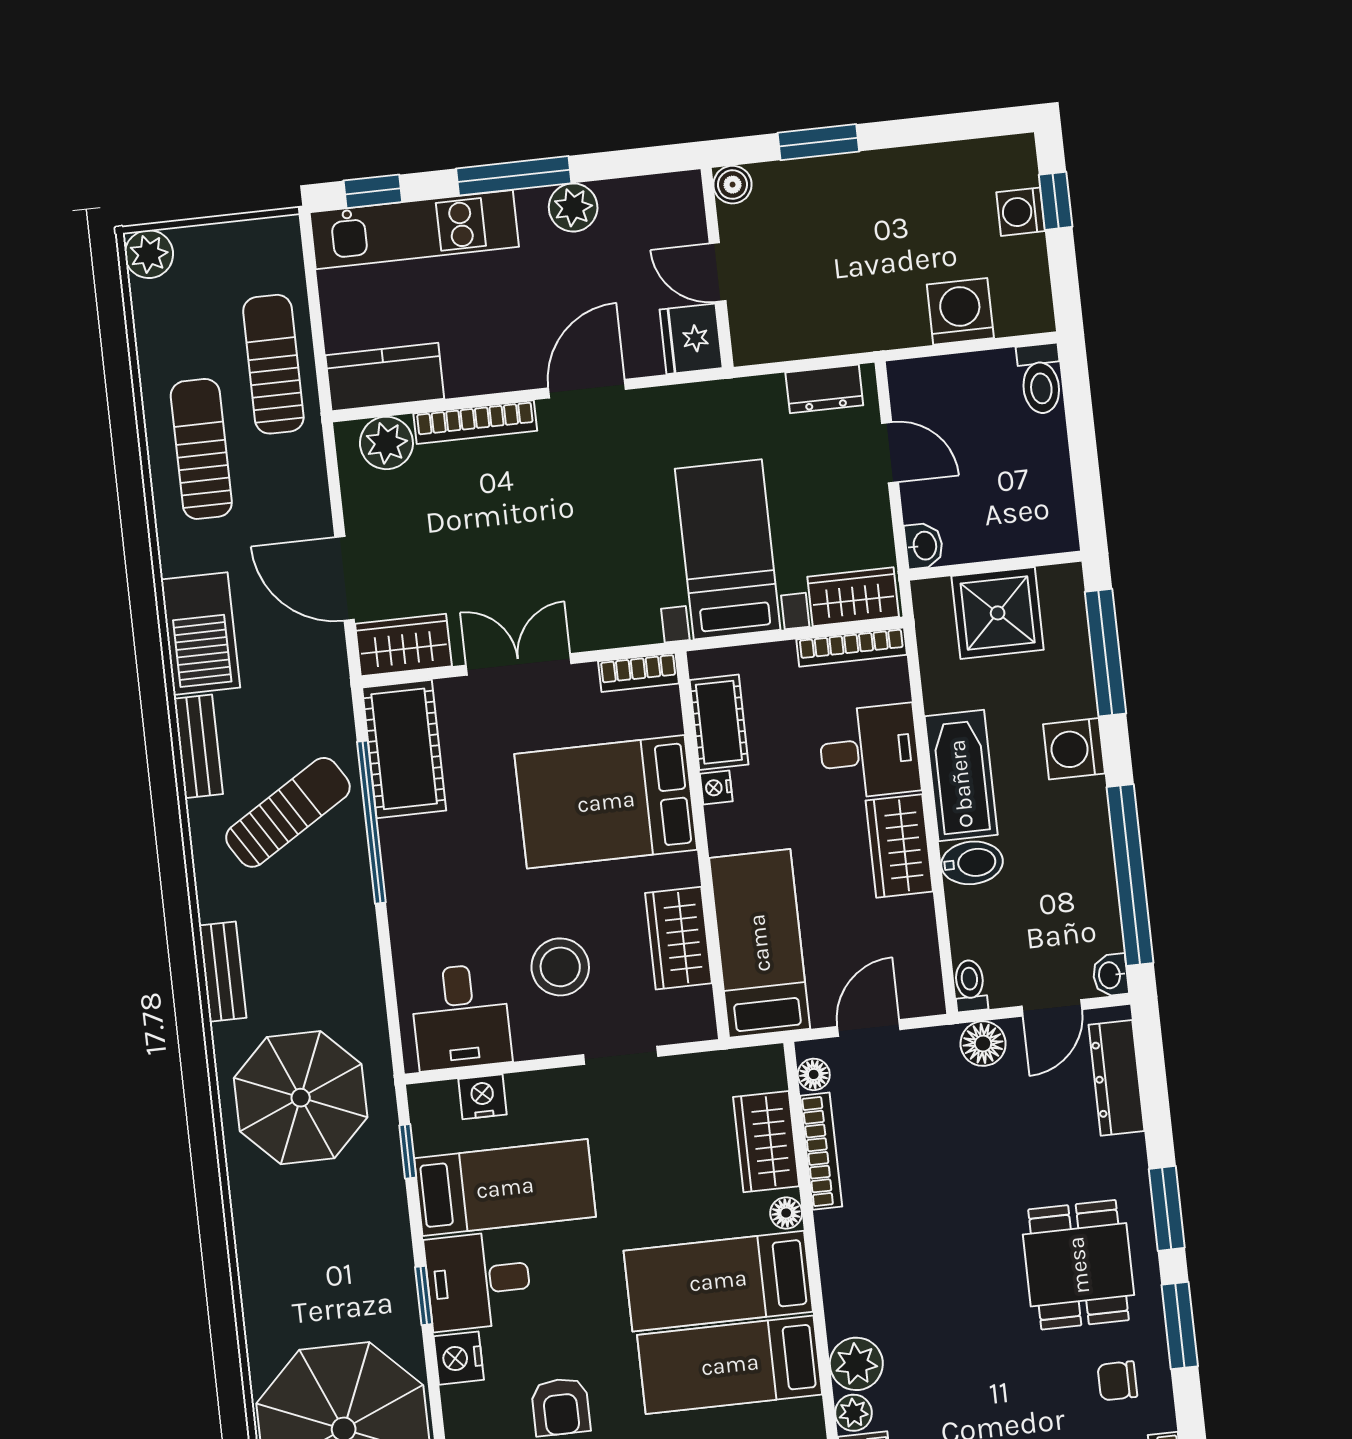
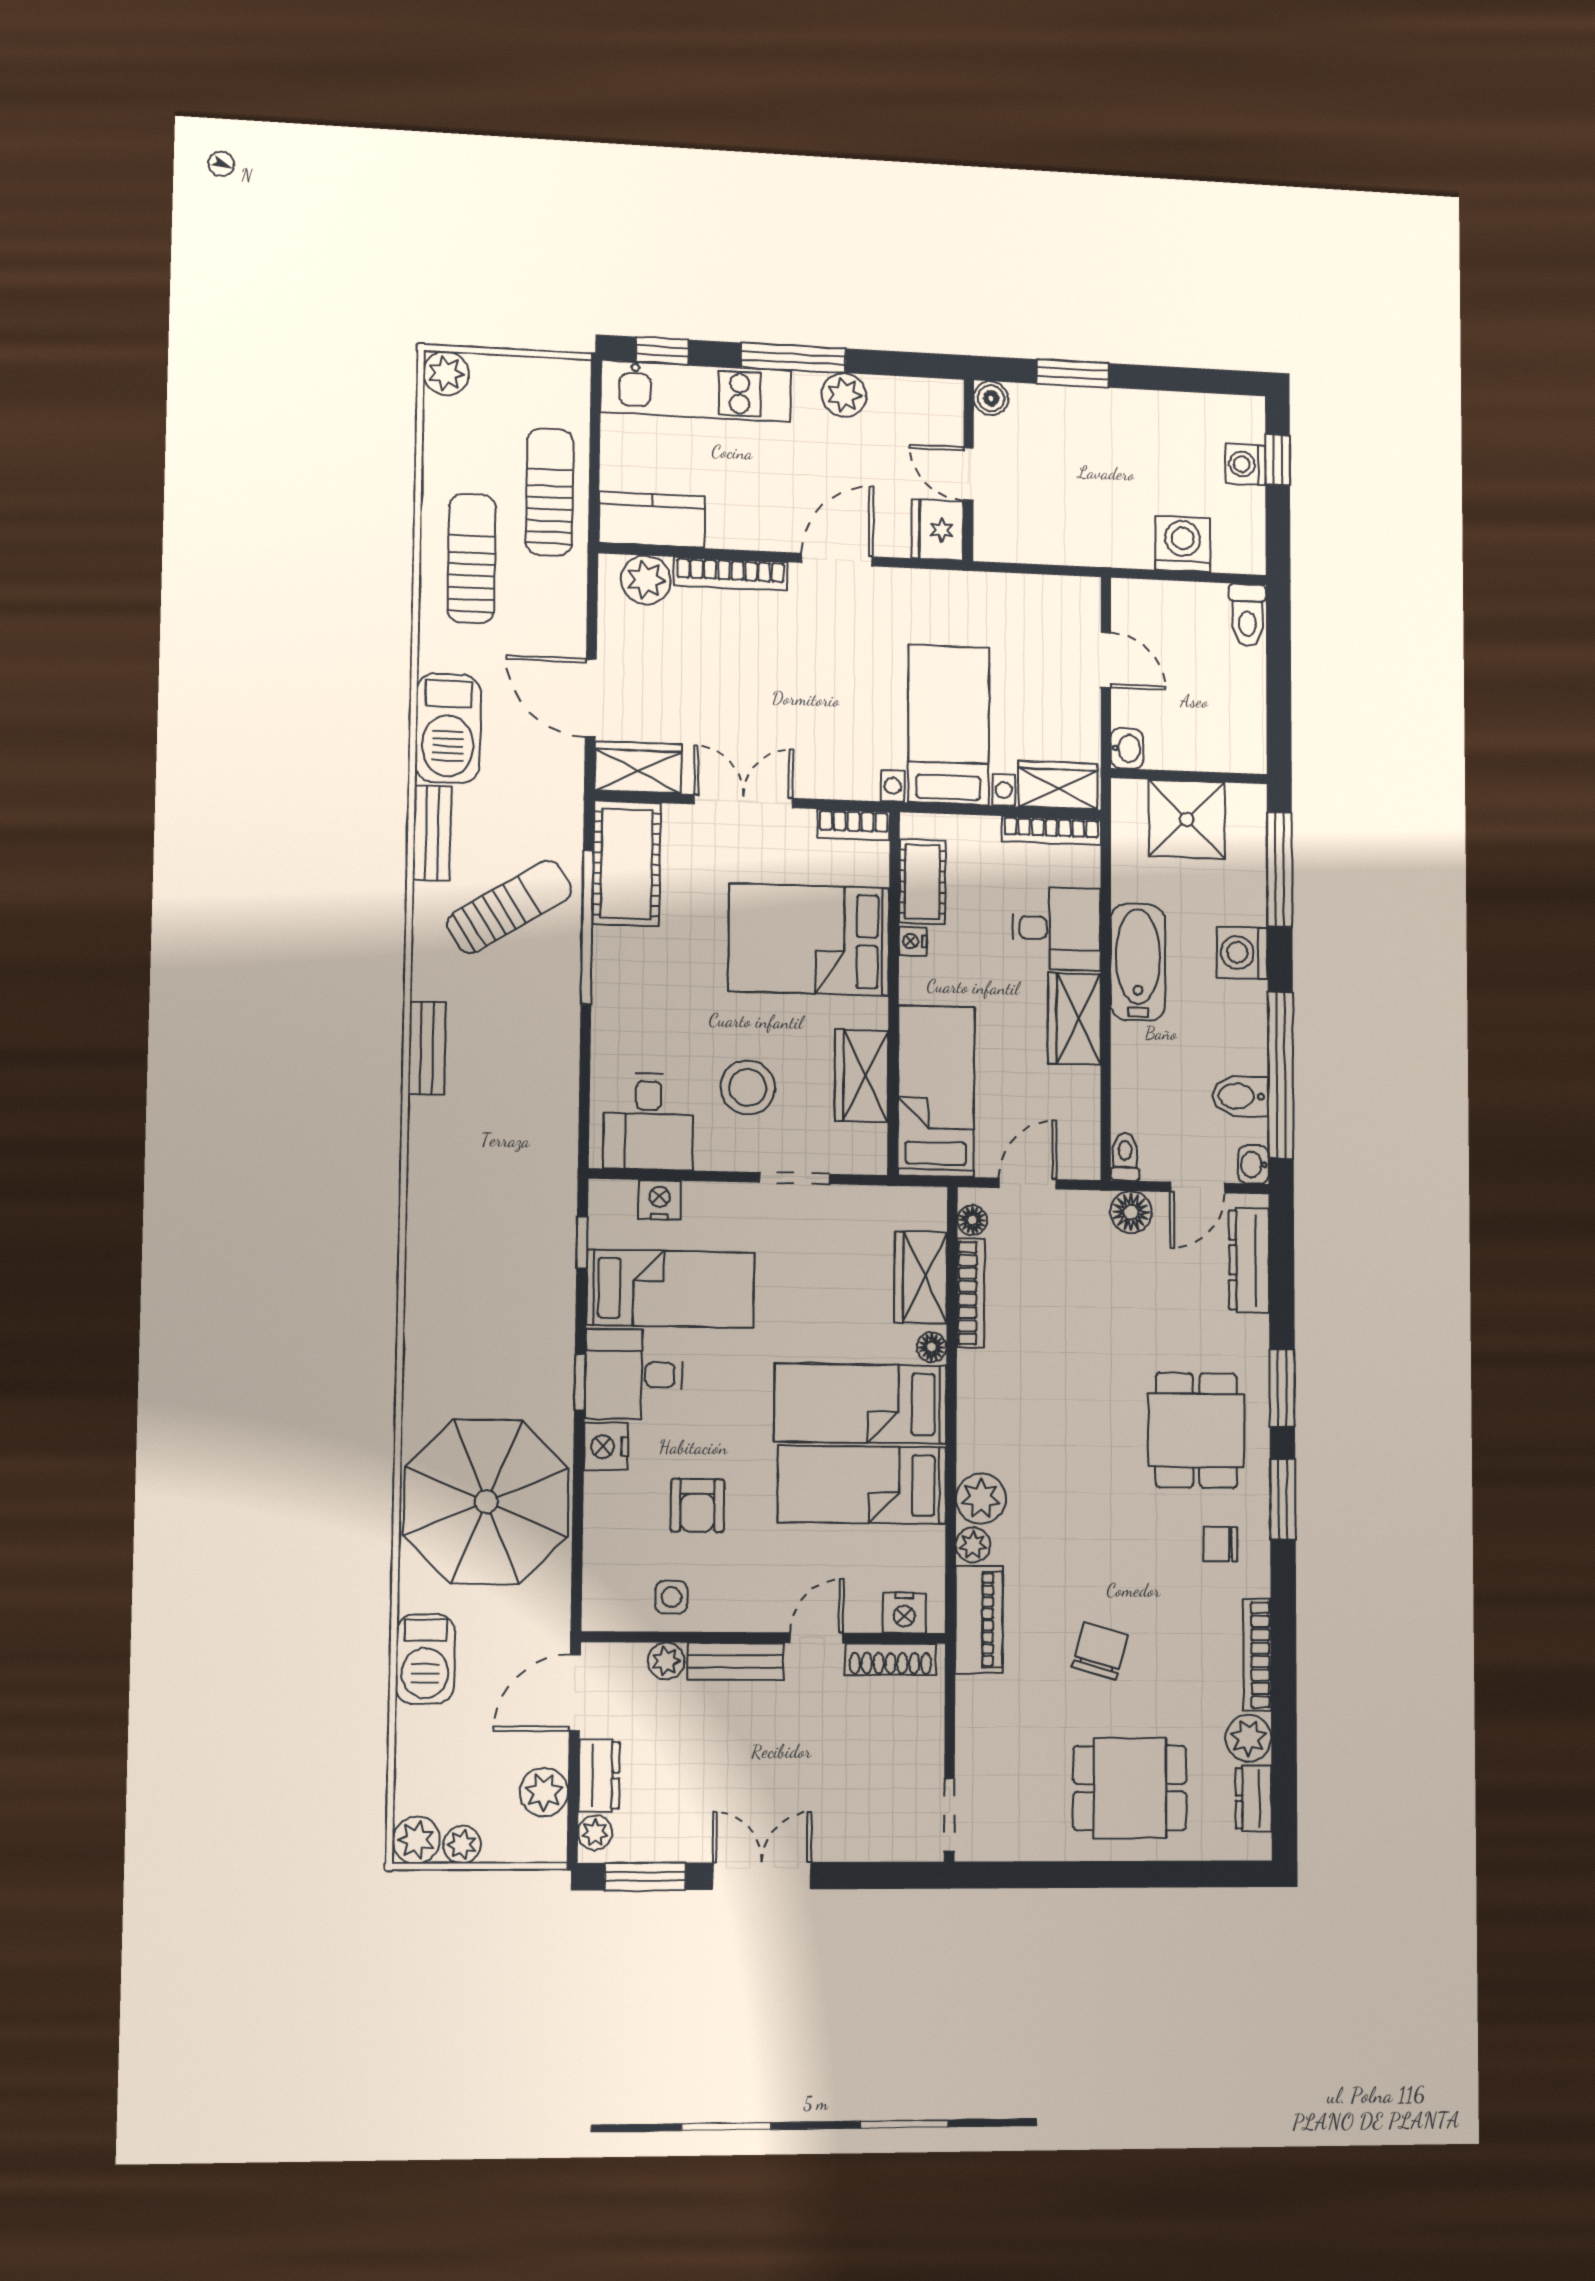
dresser: (824, 389) -> (1053, 594), removed
bidet: (972, 863) -> (1240, 1096), moved, turned 180
parasol: (301, 1098) -> (486, 1178), removed

